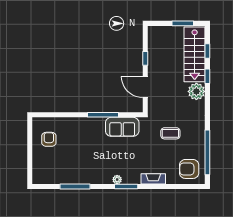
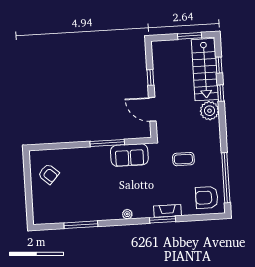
armchair: (49, 139) -> (49, 174), turned 132
window: (126, 186) -> (163, 220), moved

